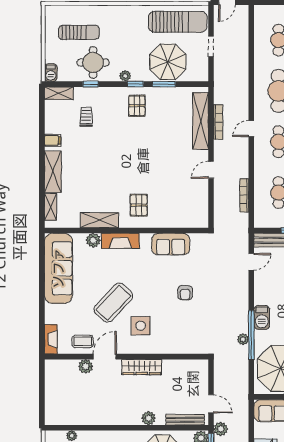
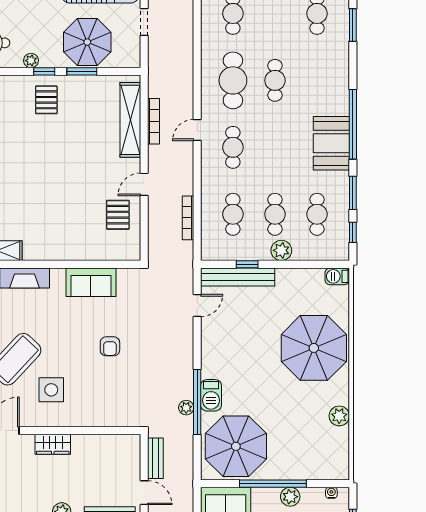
pallet: (139, 205) -> (118, 215), moved
barbecue: (262, 318) -> (211, 395), moved
wardrobe: (142, 367) -> (53, 444), width x0.67
bench: (220, 378) -> (155, 458), added

